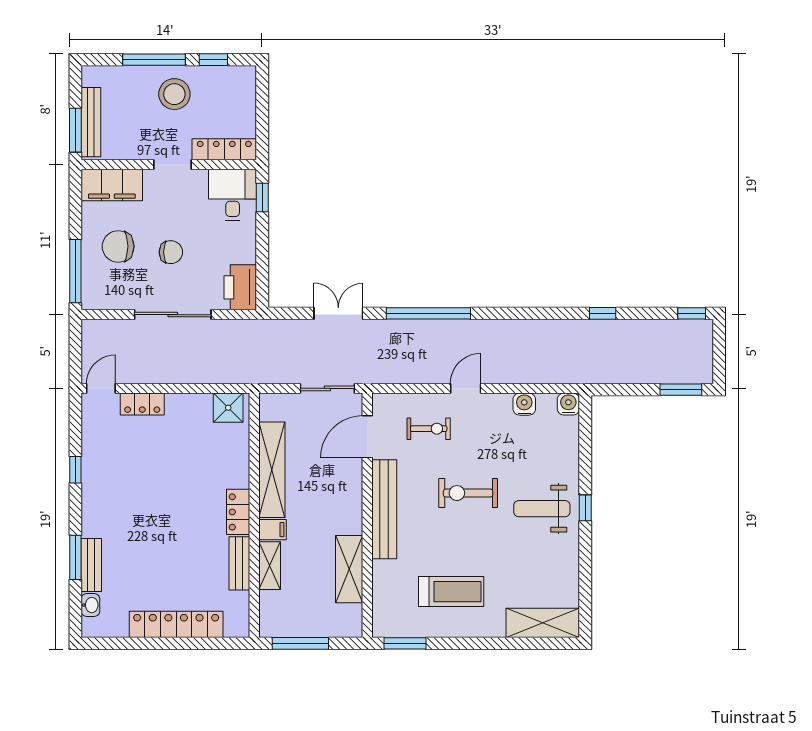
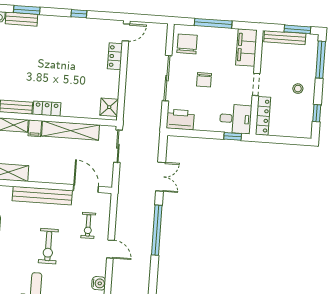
window: (154, 60) -> (321, 60), moved
stool: (174, 94) -> (298, 89), width x0.53, depth x0.53
window: (75, 130) -> (297, 29), moved
chair: (118, 246) -> (187, 44), moved
window: (75, 271) -> (213, 23), moved
door: (101, 388) -> (126, 32), hinge flipped
sliding door: (327, 388) -> (118, 146), moved
exercise bike: (468, 493) -> (48, 246), turned 180

